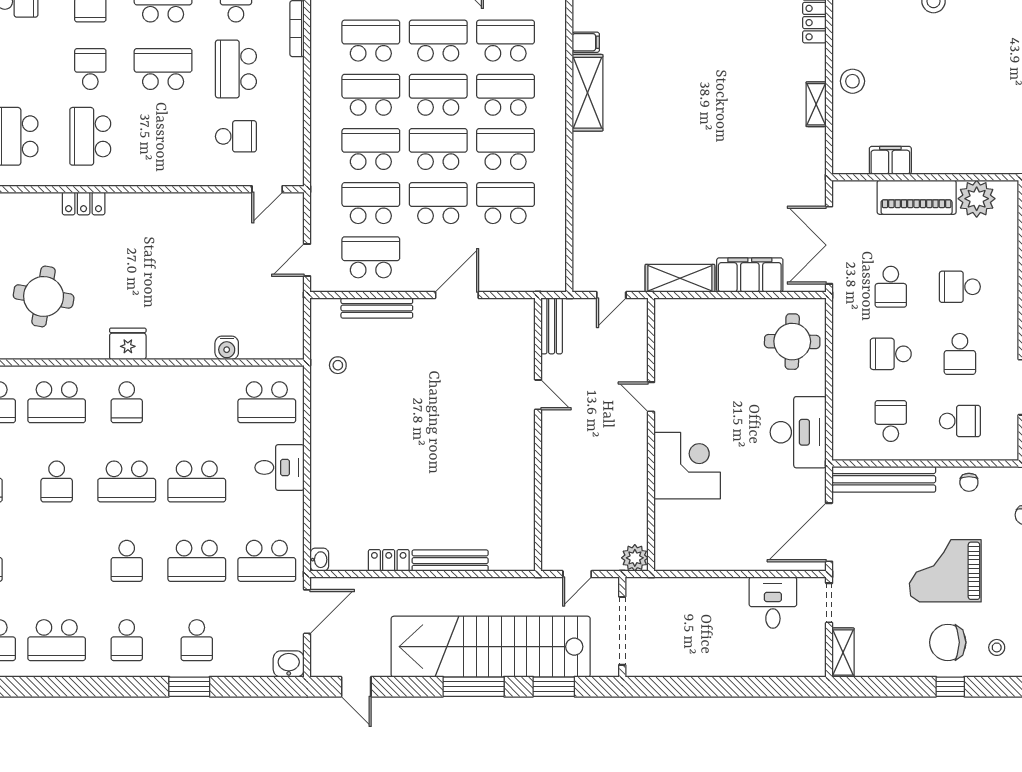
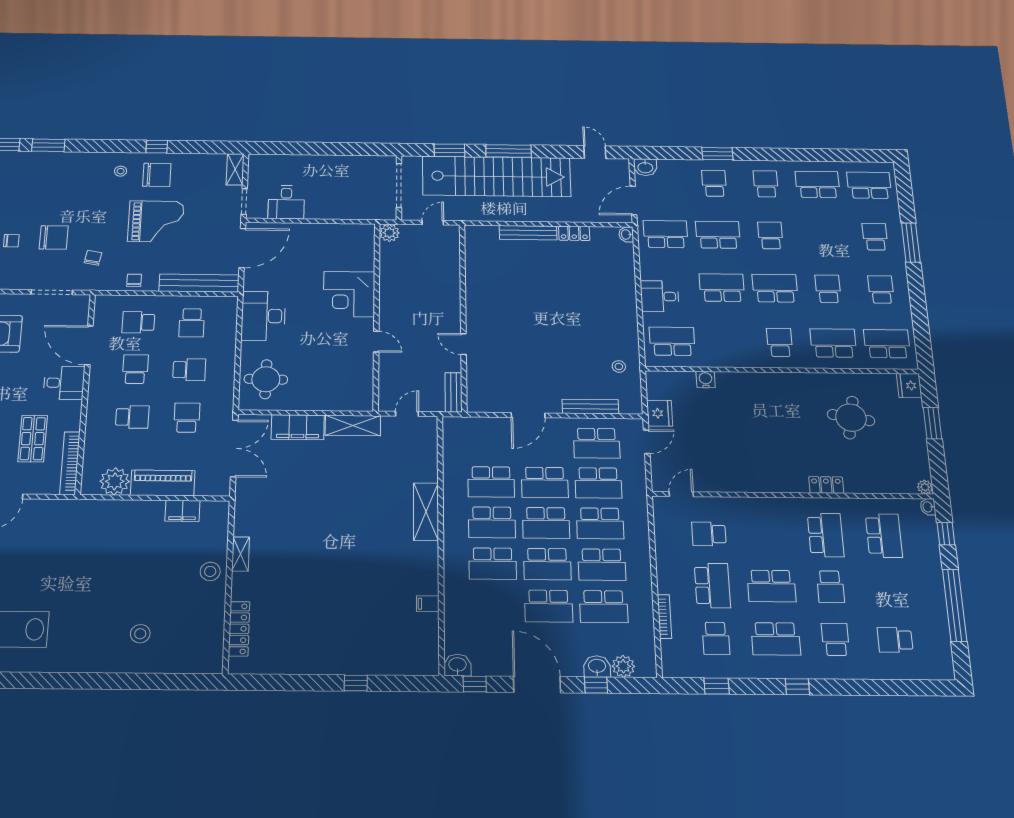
school desk: (506, 41) -> (493, 606), removed
shelving: (588, 93) -> (426, 512), moved
fridge: (128, 344) -> (660, 413), moved, turned -90

